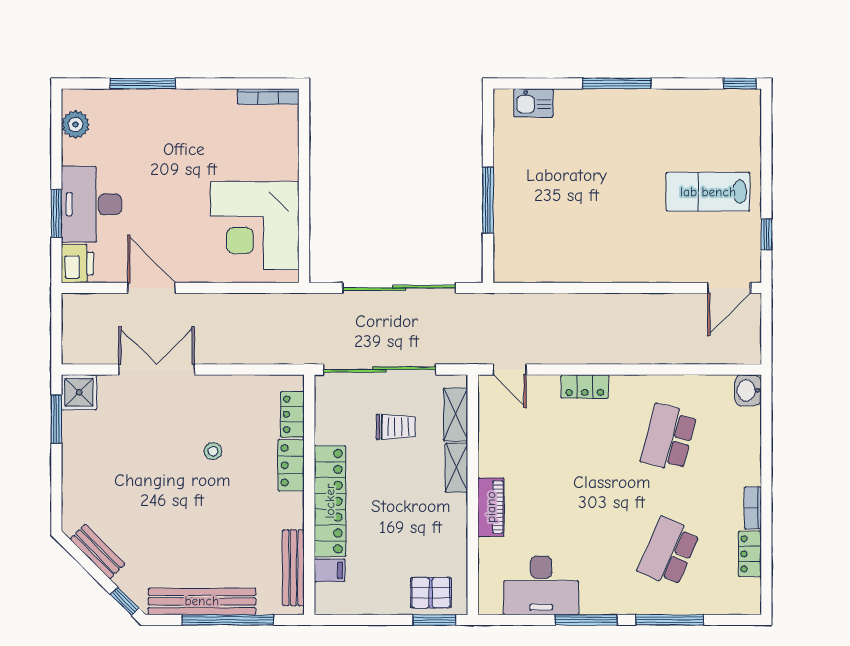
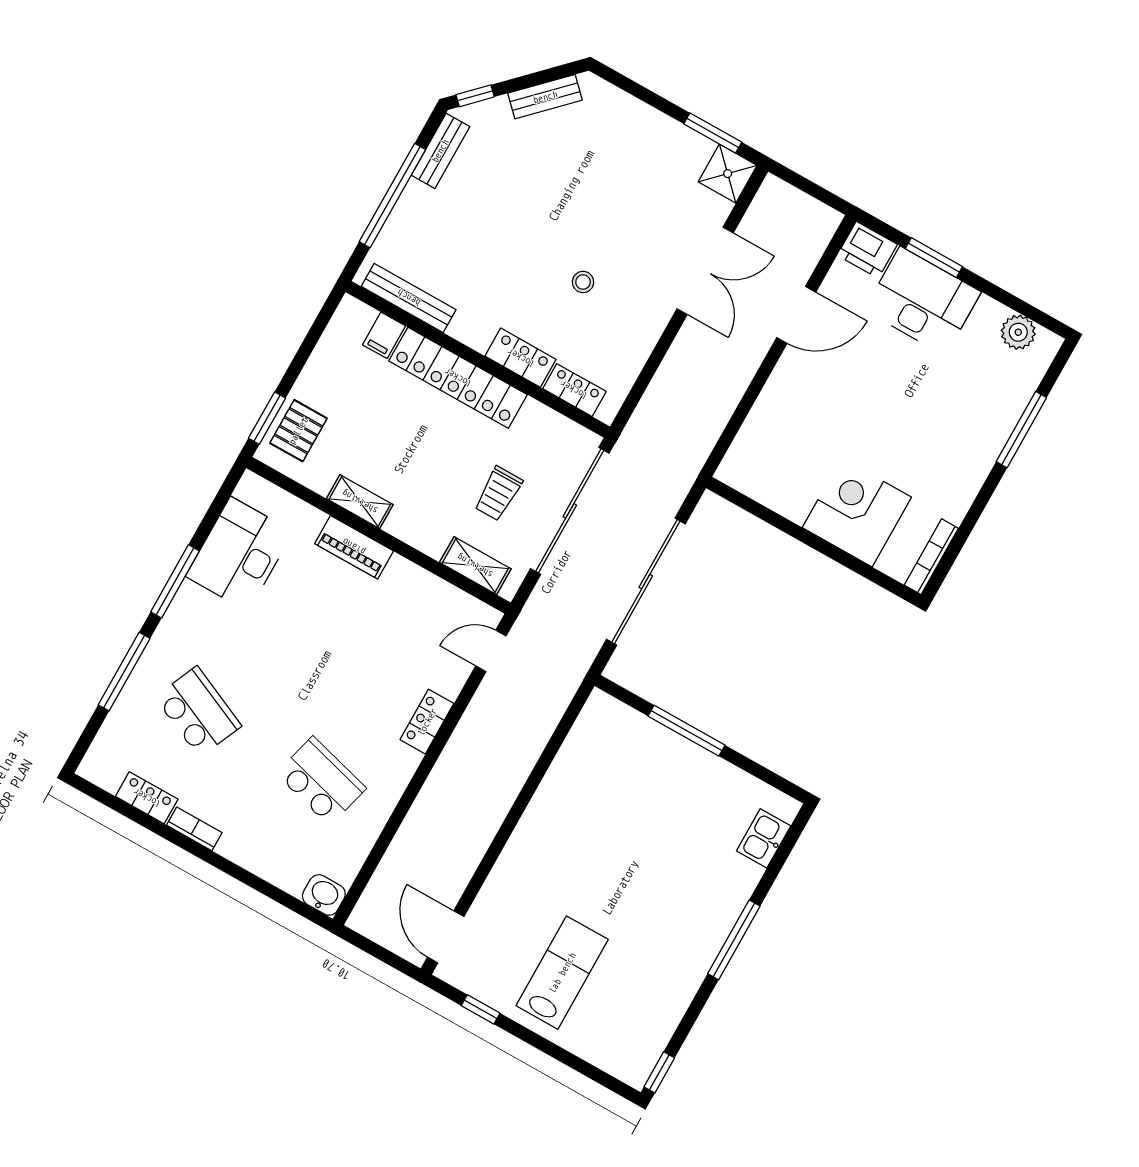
corner desk: (255, 225) -> (857, 512), moved, width x0.74, depth x0.74
shelving: (456, 468) -> (360, 502), moved
bench: (202, 601) -> (440, 151), width x0.54, depth x0.82

